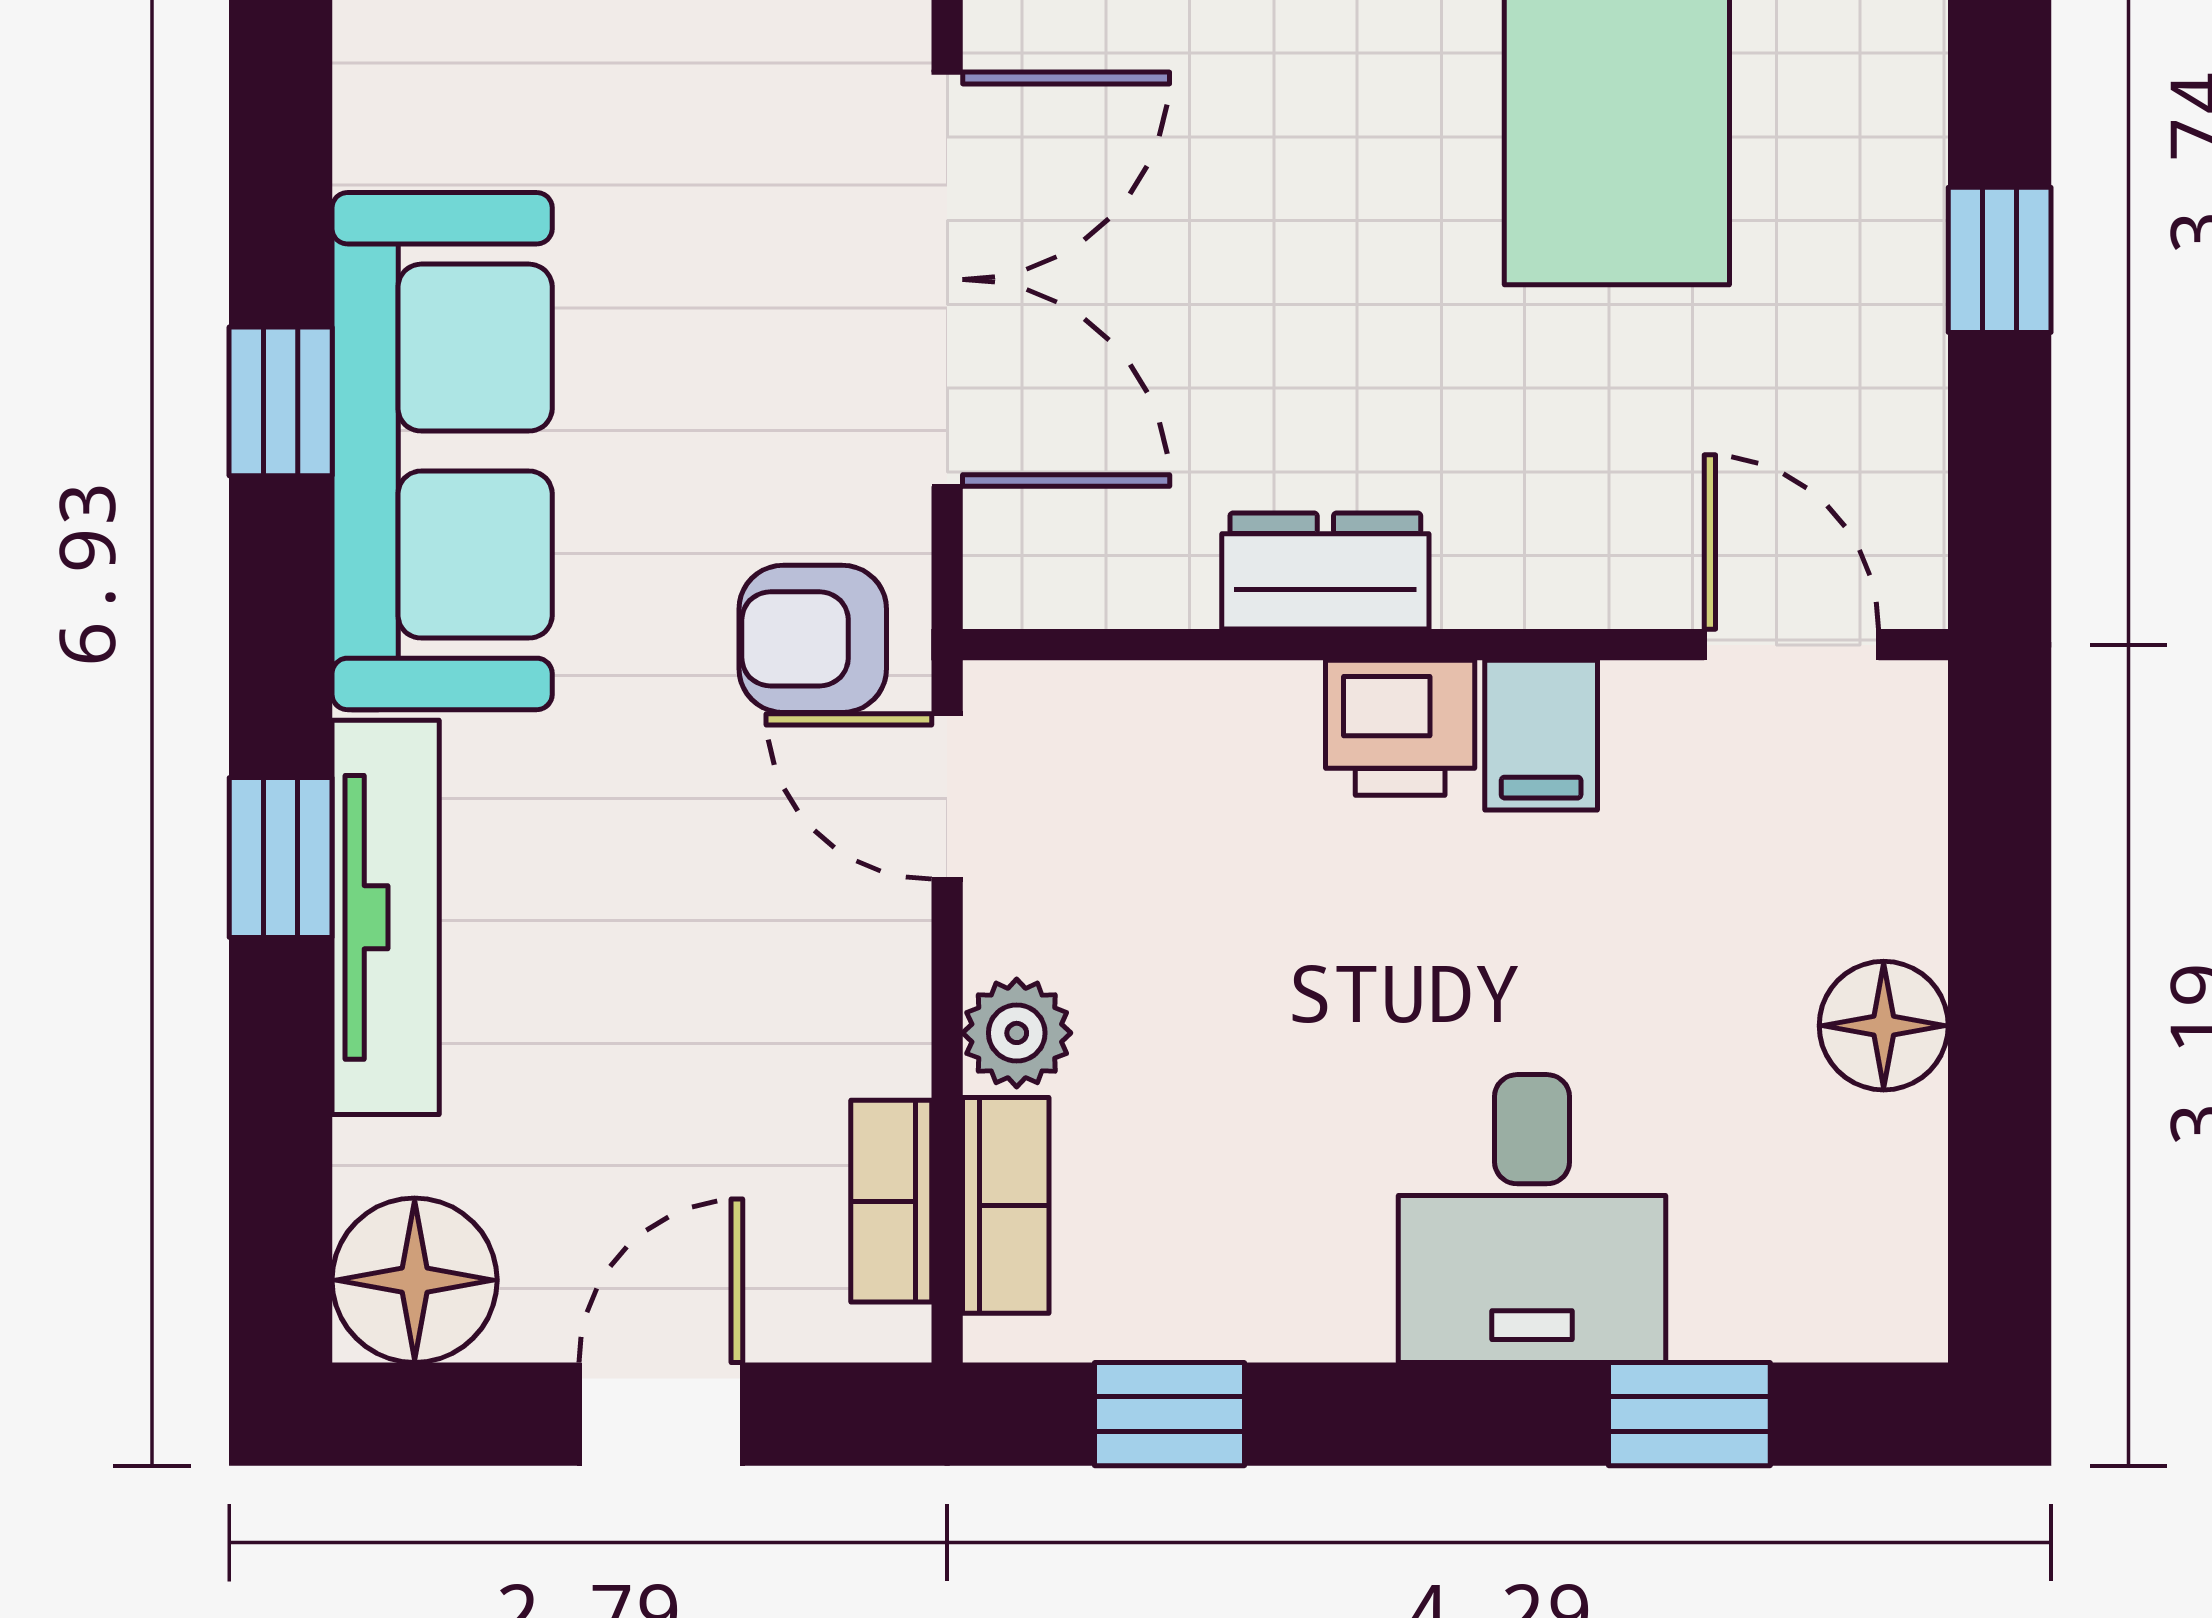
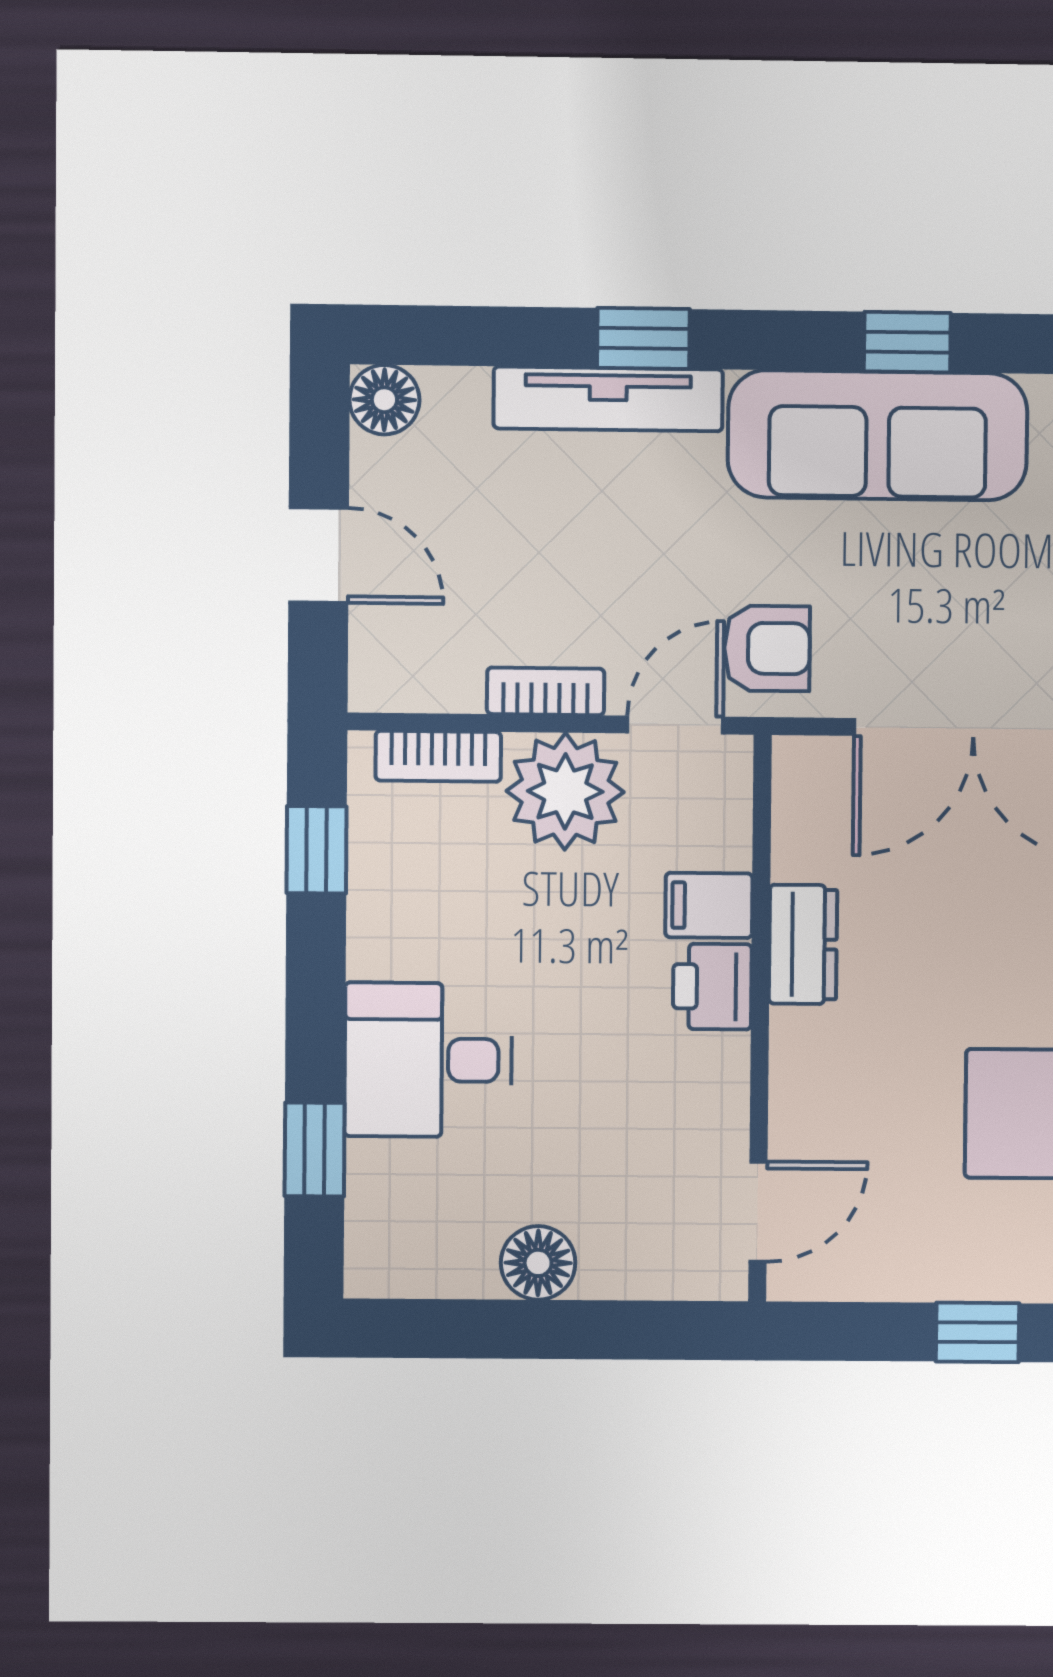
armchair: (813, 639) -> (767, 648), turned 90
filing cabinet: (1541, 735) -> (709, 905), moved
plant: (1017, 1033) -> (565, 791), width x1.87, depth x1.87
bookcase: (891, 1201) -> (546, 691), moved
floor lamp: (415, 1280) -> (384, 400), width x0.73, depth x0.73

